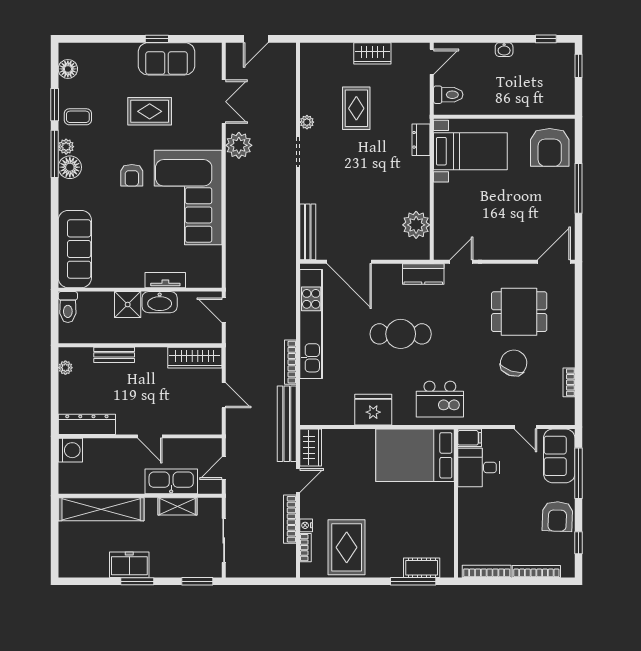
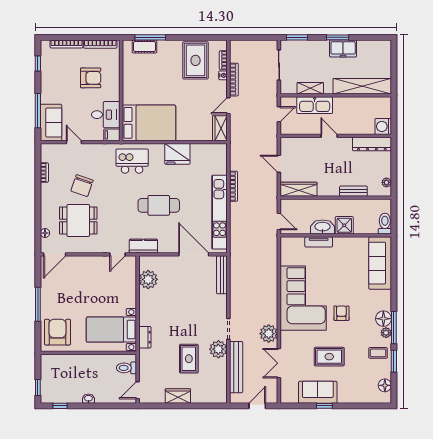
plant: (307, 122) -> (218, 349), width x1.88, depth x1.88
floor lamp: (568, 293) -> (45, 233), added
bench: (287, 424) -> (236, 367), moved
armchair: (557, 516) -> (91, 78), moved, turned 88

